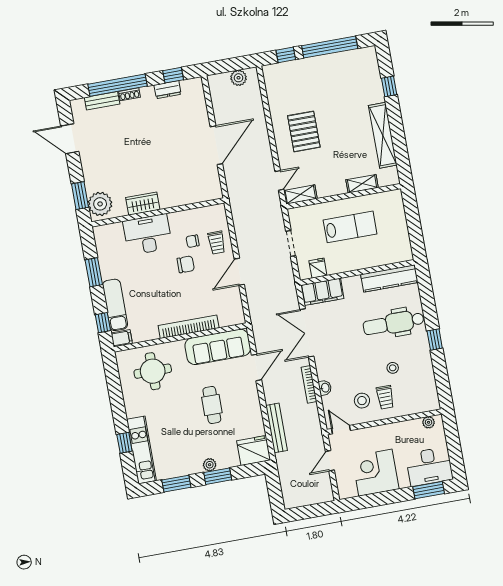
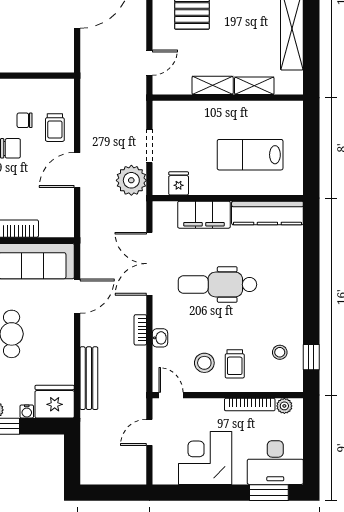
shelving: (300, 195) -> (213, 85), moved
lab bench: (350, 227) -> (250, 155), moved, turned 180
plant: (282, 272) -> (131, 180), added
filing cabinet: (322, 292) -> (204, 215), moved
dental chair: (394, 323) -> (217, 284), moved
window: (435, 339) -> (311, 357), moved
stool: (393, 368) -> (280, 352), moved
bookcase: (309, 384) -> (140, 330), width x0.64
bookcase: (402, 426) -> (250, 405), added
water cooler: (234, 462) -> (27, 411), added

